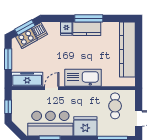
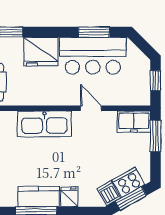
window: (8, 59) -> (155, 136), moved
freezer: (27, 79) -> (134, 122), width x0.71
door: (52, 88) -> (91, 108), swing flipped

